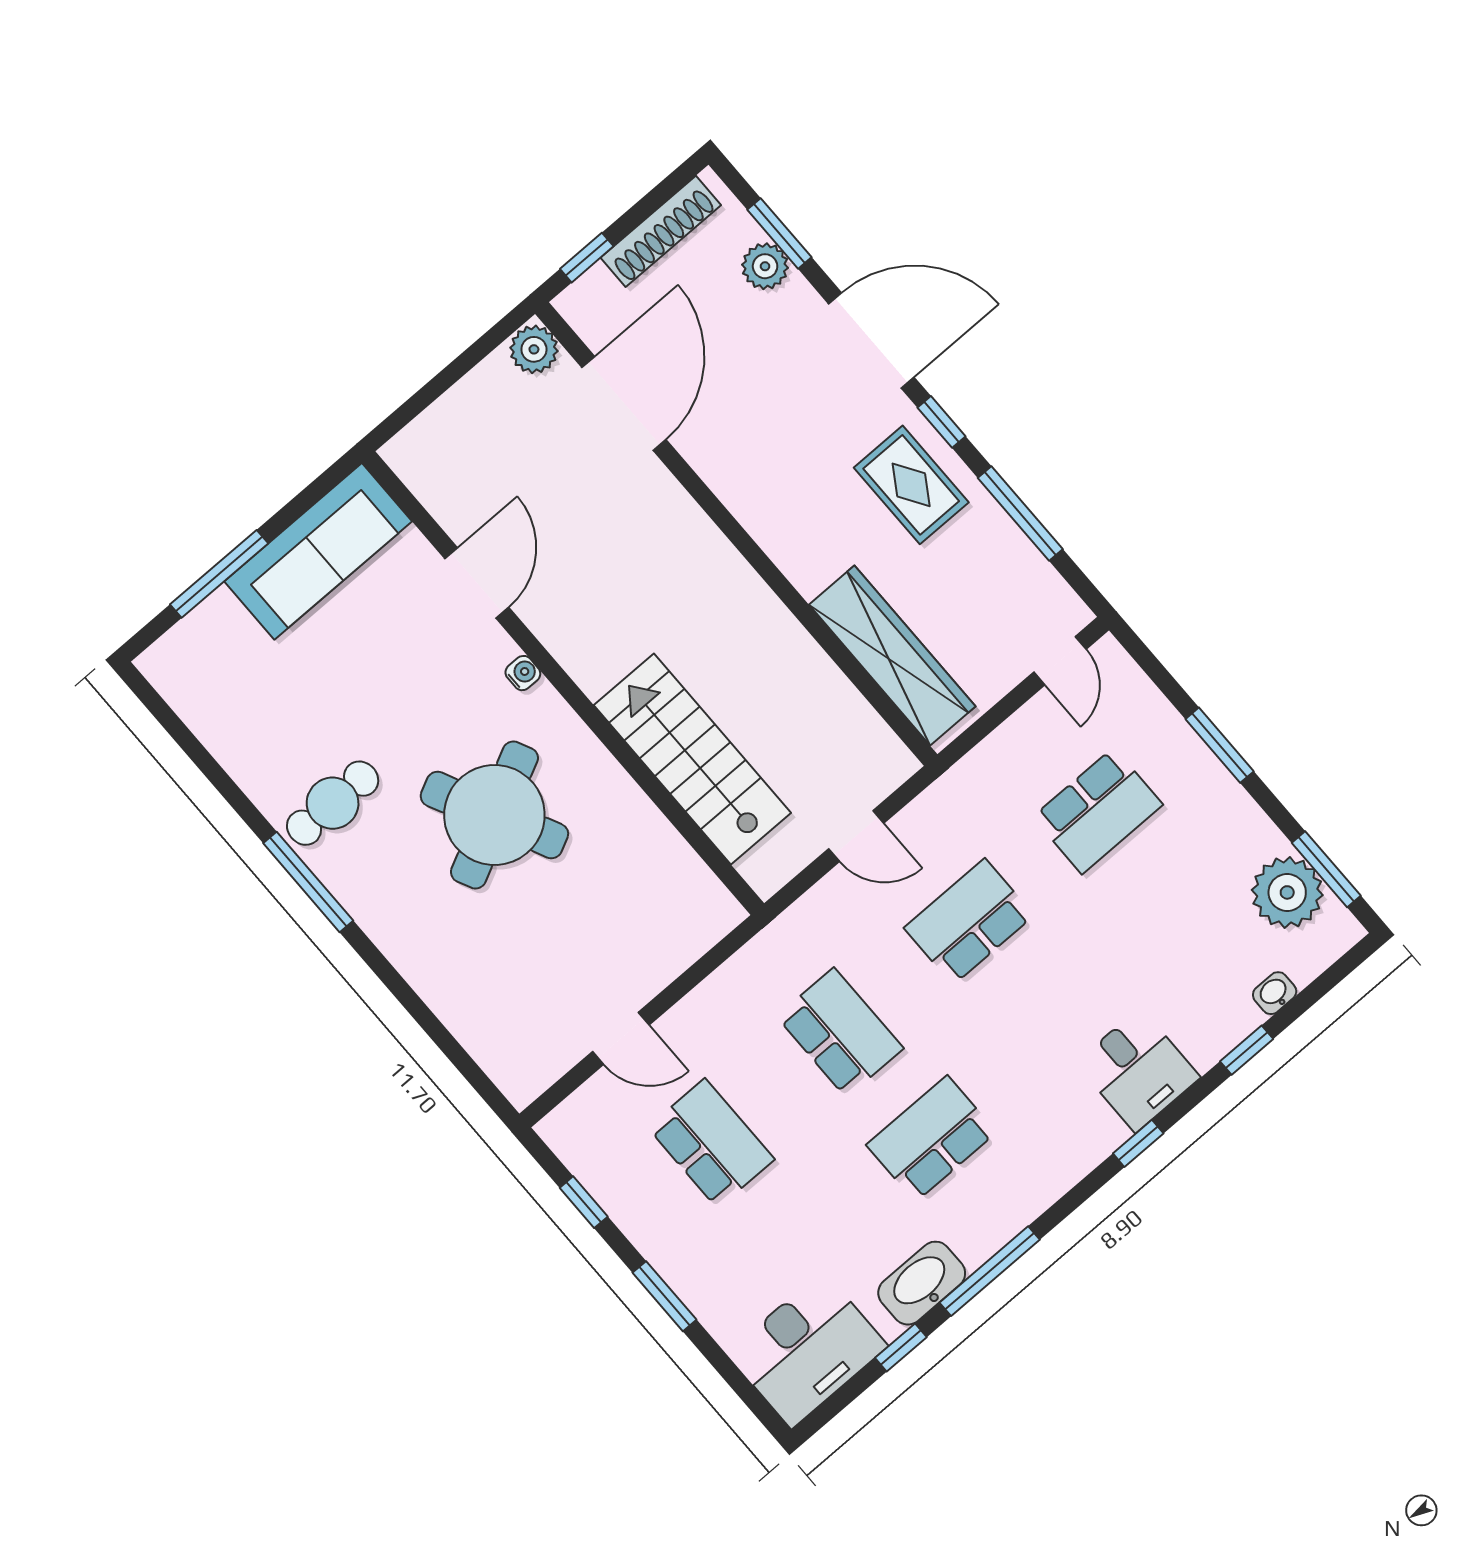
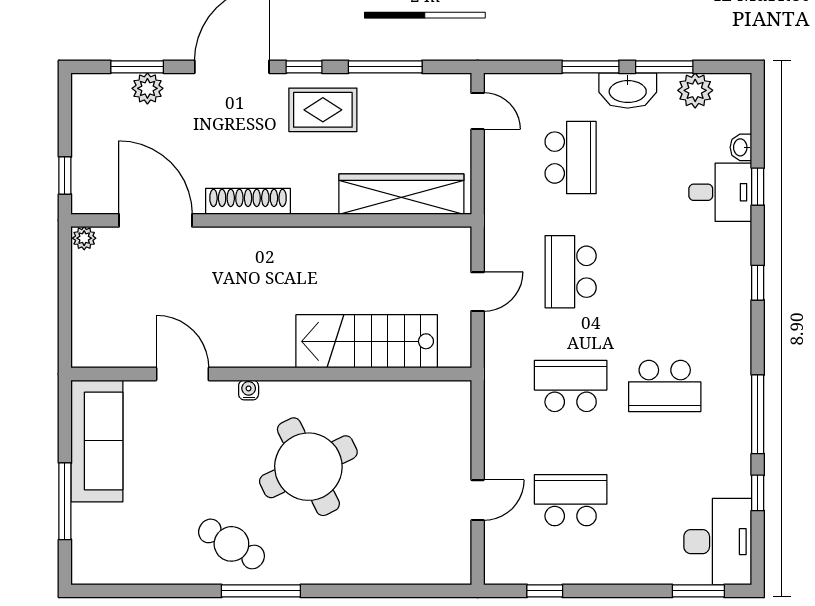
shoe rack: (661, 231) -> (248, 201), moved, turned -90
plant: (534, 349) -> (84, 238), width x0.73, depth x0.73
cafe table: (333, 803) -> (231, 544), turned -59
window: (1326, 869) -> (664, 67), moved
plant: (1287, 892) -> (695, 90), width x0.73, depth x0.73
desk: (1138, 1070) -> (720, 192), moved
school desk: (931, 1139) -> (665, 386), turned -90
washbasin: (922, 1283) -> (628, 90), moved, turned -90
window: (665, 1296) -> (698, 591), moved

